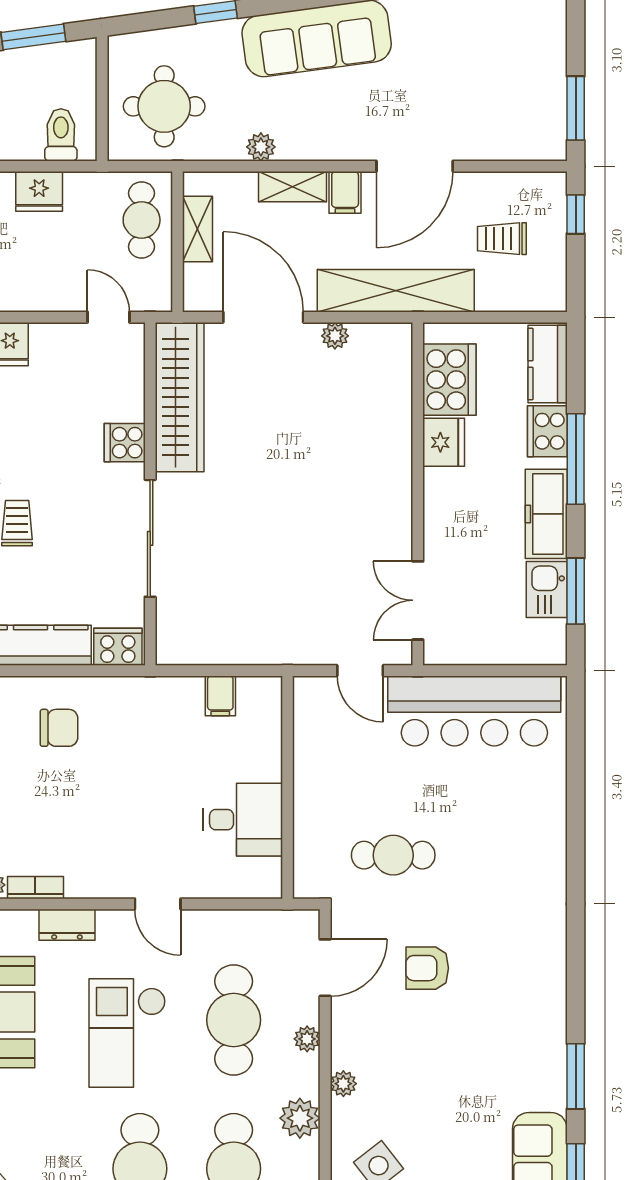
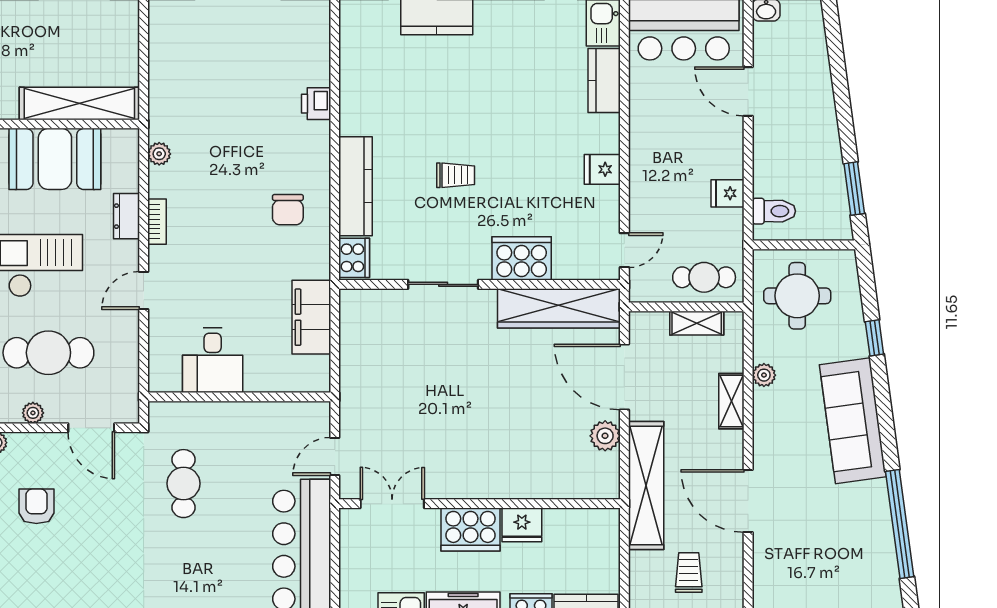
fridge: (39, 191) -> (728, 193), width x0.72
filing cabinet: (345, 192) -> (727, 444), removed
door: (263, 317) -> (624, 377), swing flipped
plant: (335, 336) -> (605, 436), width x1.38, depth x1.38
cooker: (449, 380) -> (471, 530), moved
cooker: (125, 443) -> (522, 258), width x1.87, depth x1.31
sliding door: (150, 538) -> (443, 284), width x0.73
filing cabinet: (220, 696) -> (311, 317), width x3.00, depth x1.17
bookcase: (35, 888) -> (157, 222), moved
armchair: (427, 968) -> (36, 506), moved

